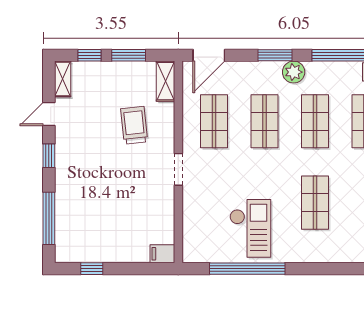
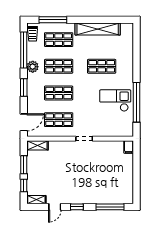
door: (209, 55) -> (24, 122), hinge flipped
plant: (294, 72) -> (33, 67), moved
door: (49, 114) -> (55, 207), hinge flipped
trolley: (134, 125) -> (61, 162), removed
window: (92, 269) -> (136, 184), removed

